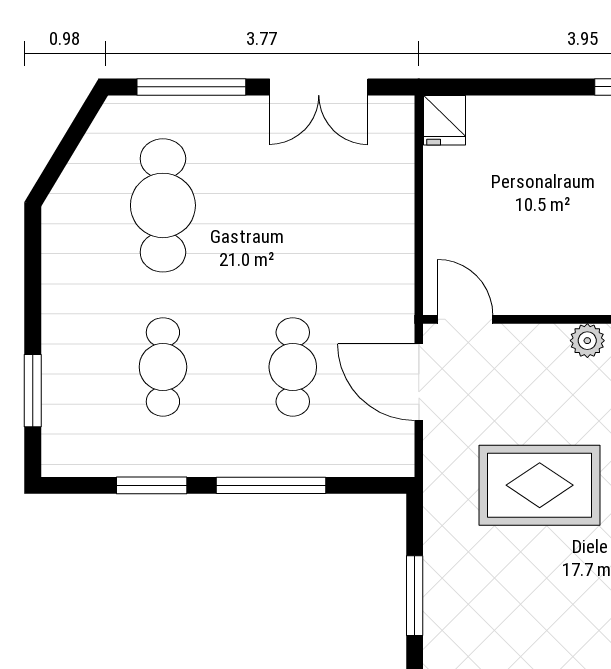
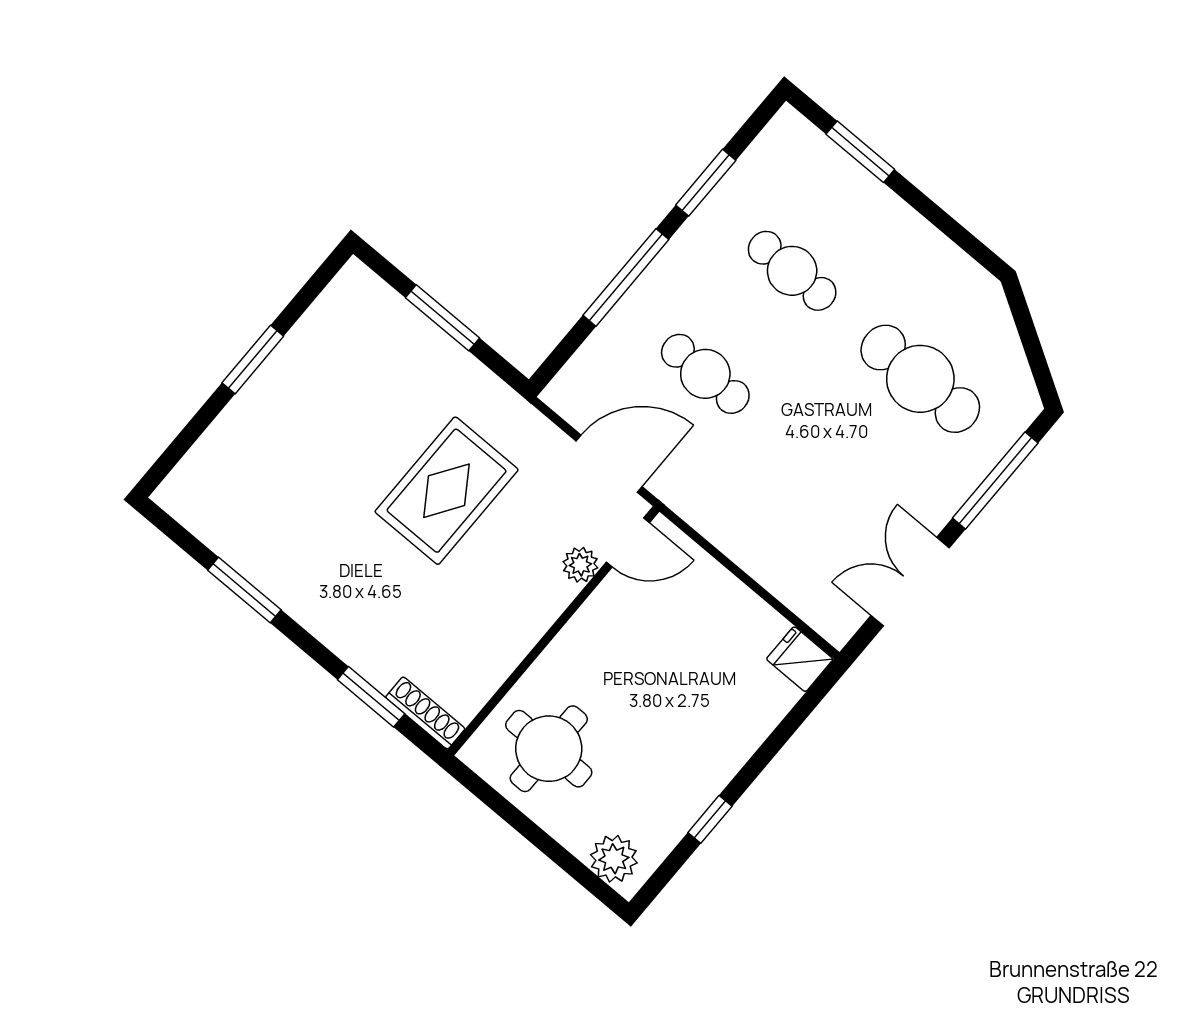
plant: (587, 341) -> (580, 565), moved

